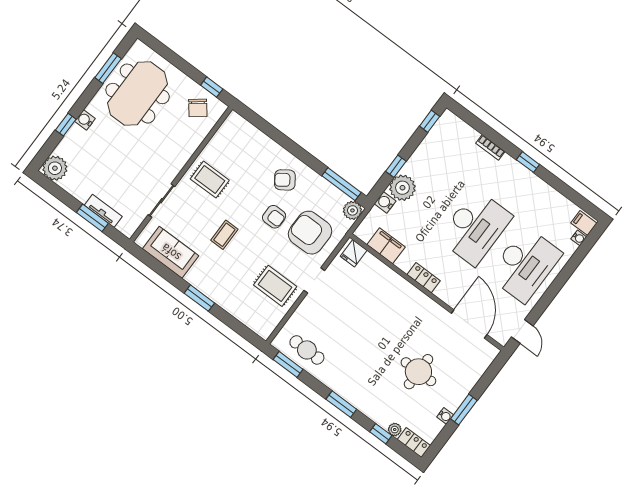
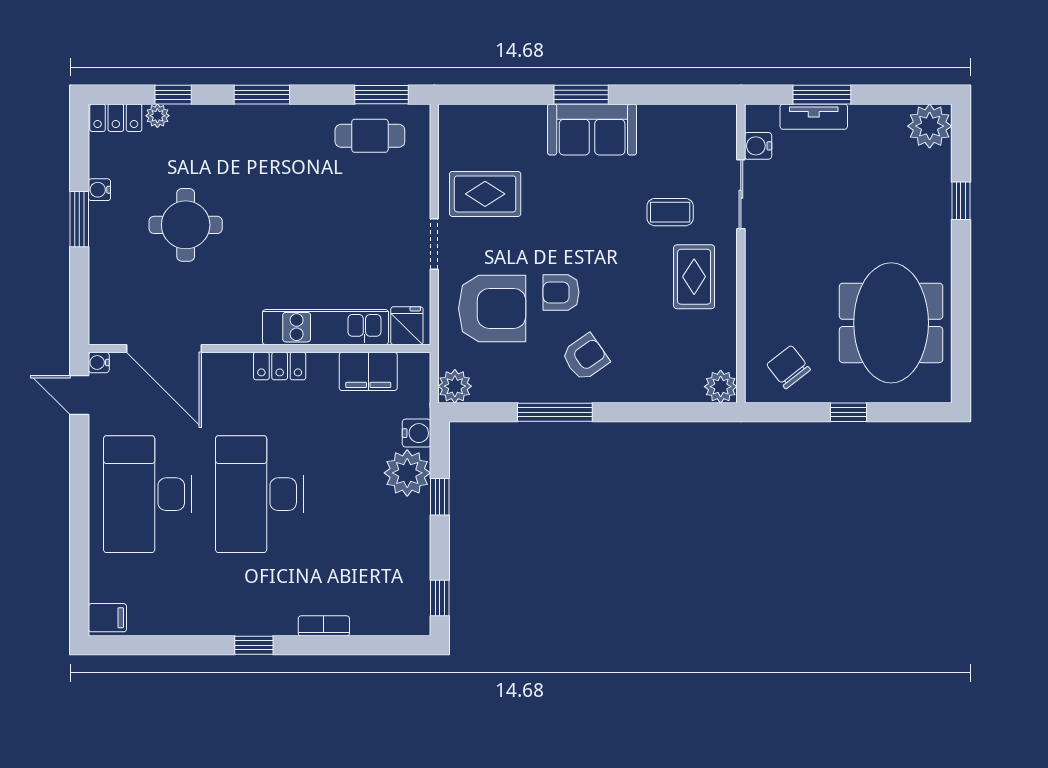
window: (108, 68) -> (961, 328), removed
window: (212, 87) -> (848, 412), moved
water cooler: (85, 120) -> (758, 146), moved, turned 180
plant: (234, 122) -> (721, 387), added
rug: (210, 180) -> (694, 277), turned 90
window: (342, 184) -> (555, 412), moved
coffee table: (224, 235) -> (670, 212), moved, turned 90
water cooler: (579, 238) -> (99, 362), moved
sofa: (171, 252) -> (592, 130), moved
kitchen unit: (390, 280) -> (325, 327), added

